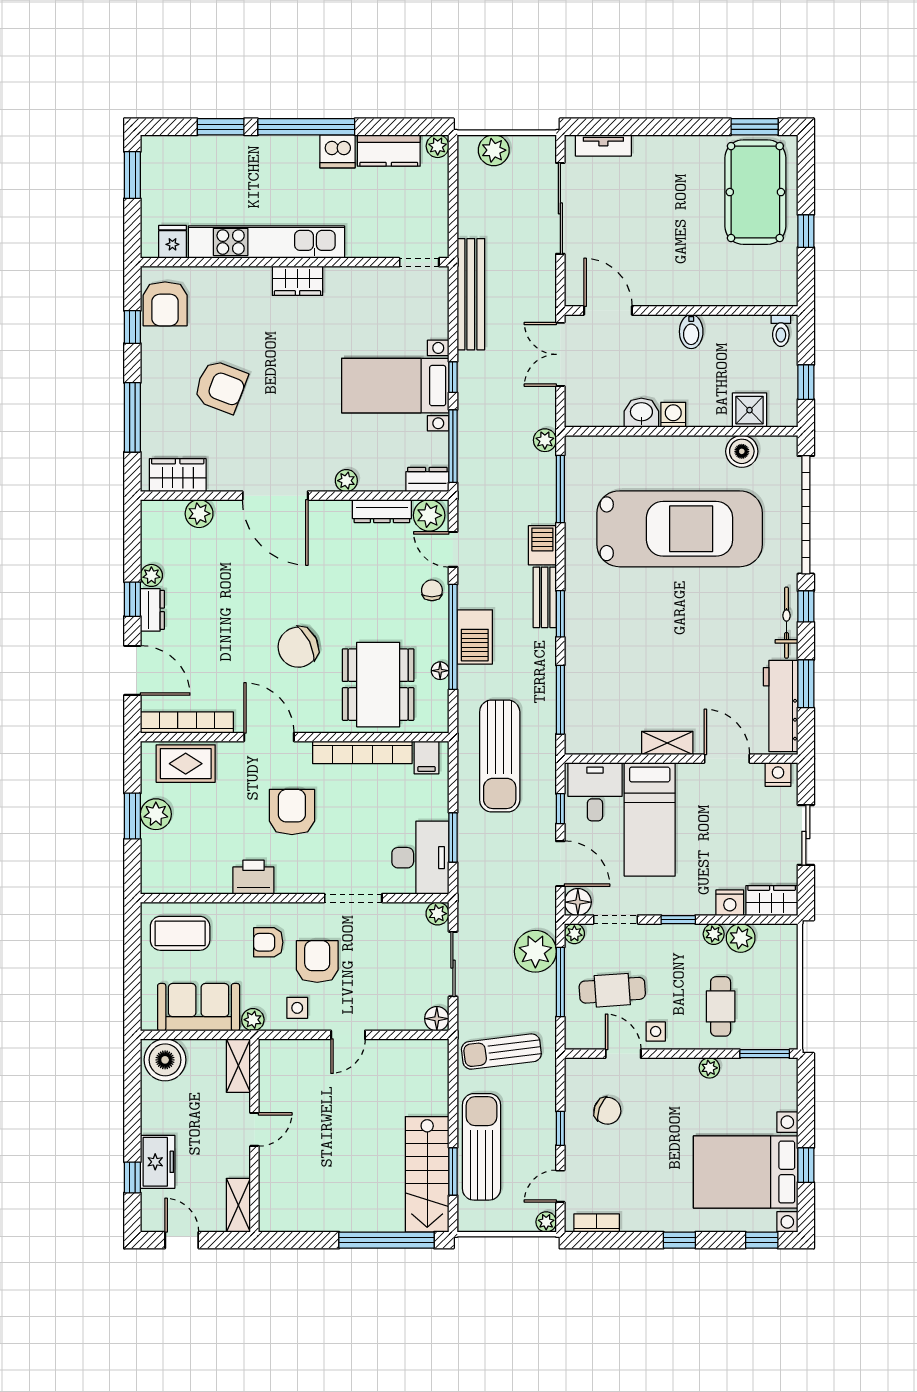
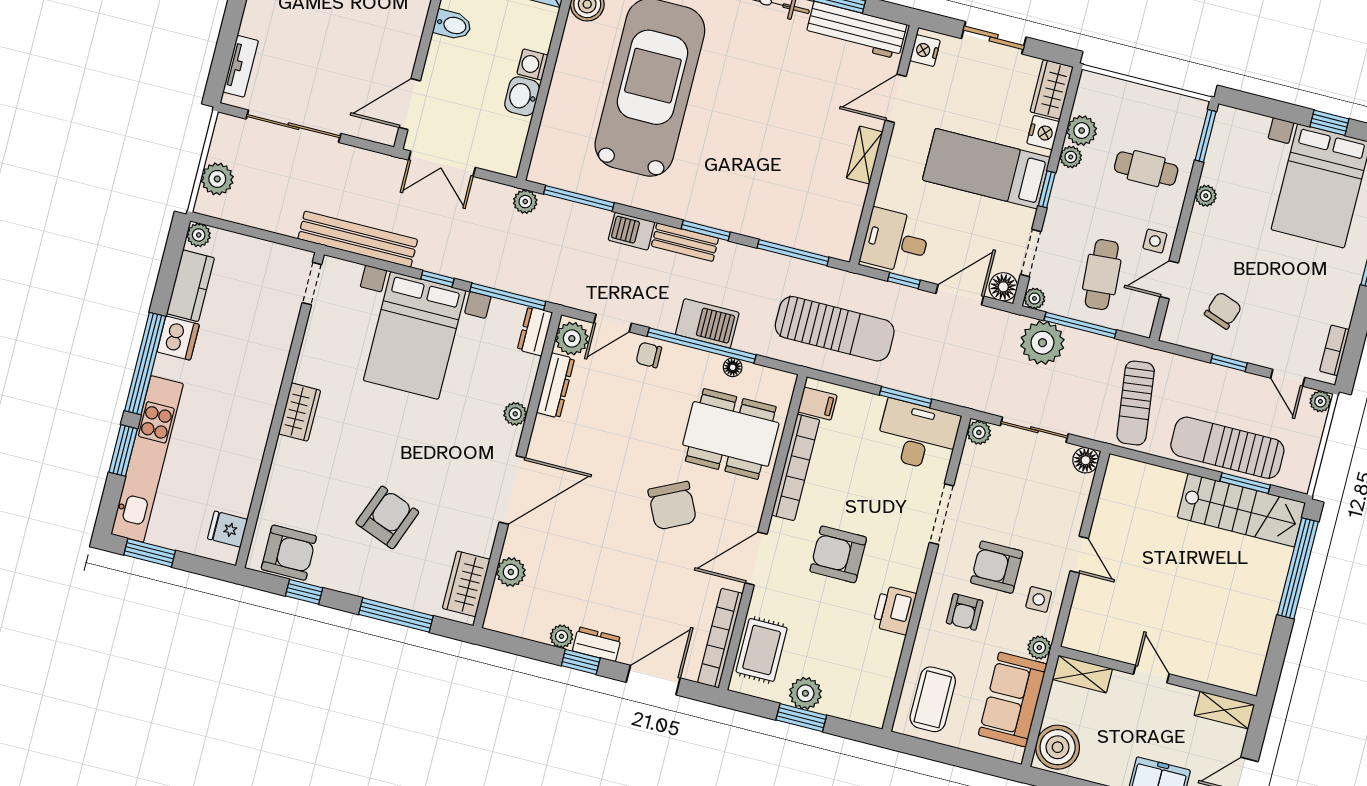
kitchen unit: (266, 242) -> (147, 459), moved, turned 180
bed with nightstands: (395, 386) -> (415, 335), width x1.36
bed: (650, 819) -> (986, 169), moved, turned 180

